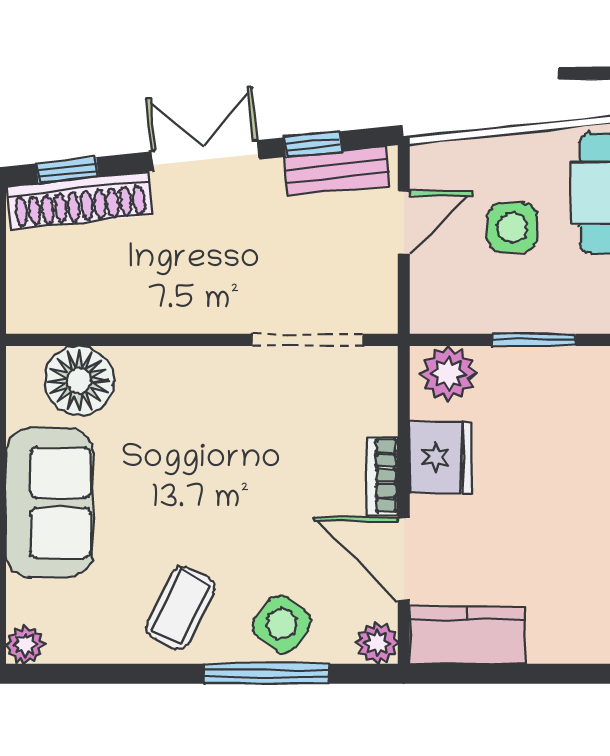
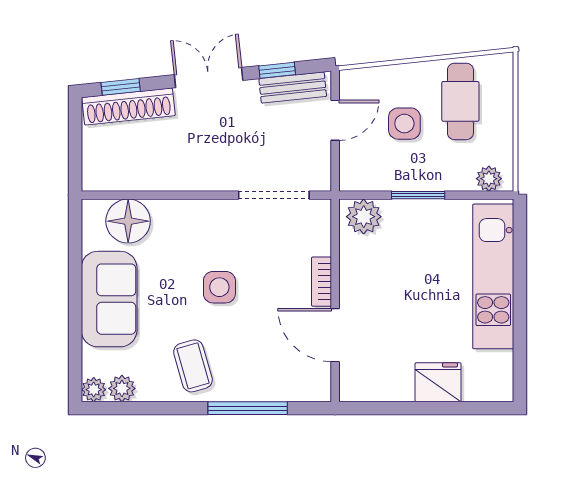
fridge: (440, 457) -> (438, 382), moved, turned -90
coffee table: (181, 608) -> (193, 366), turned -42
side table: (282, 624) -> (219, 287), moved, turned -38
kitchen counter: (467, 635) -> (376, 383), removed
plant: (377, 643) -> (122, 388), moved

